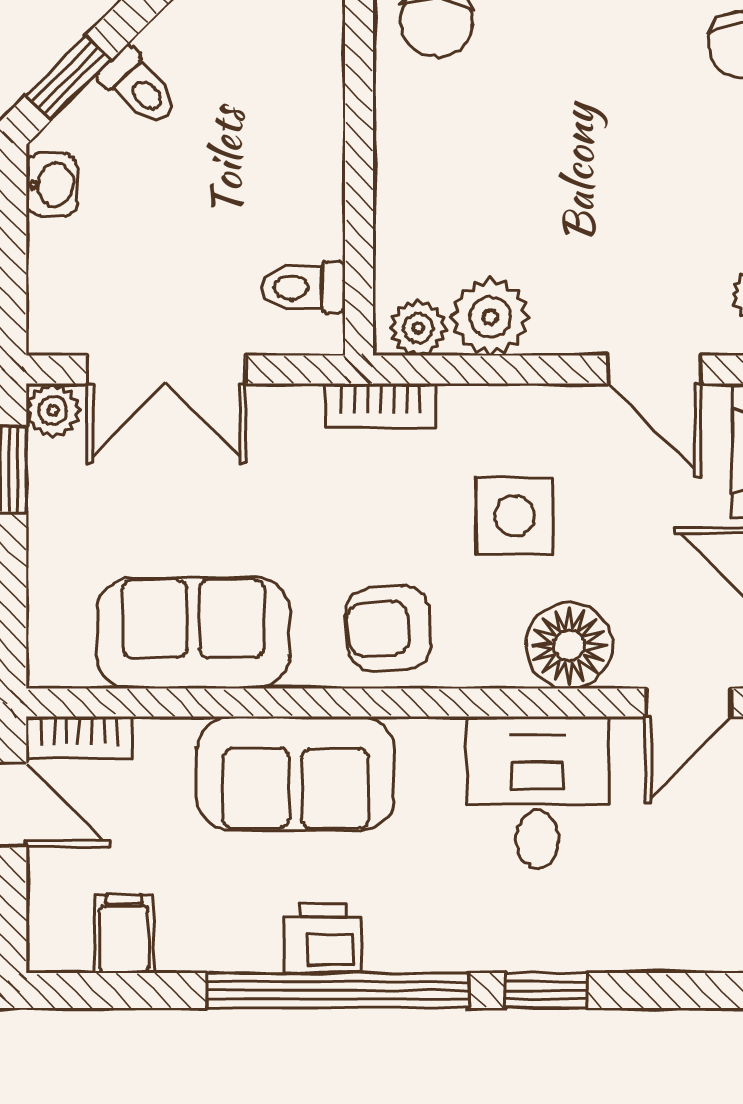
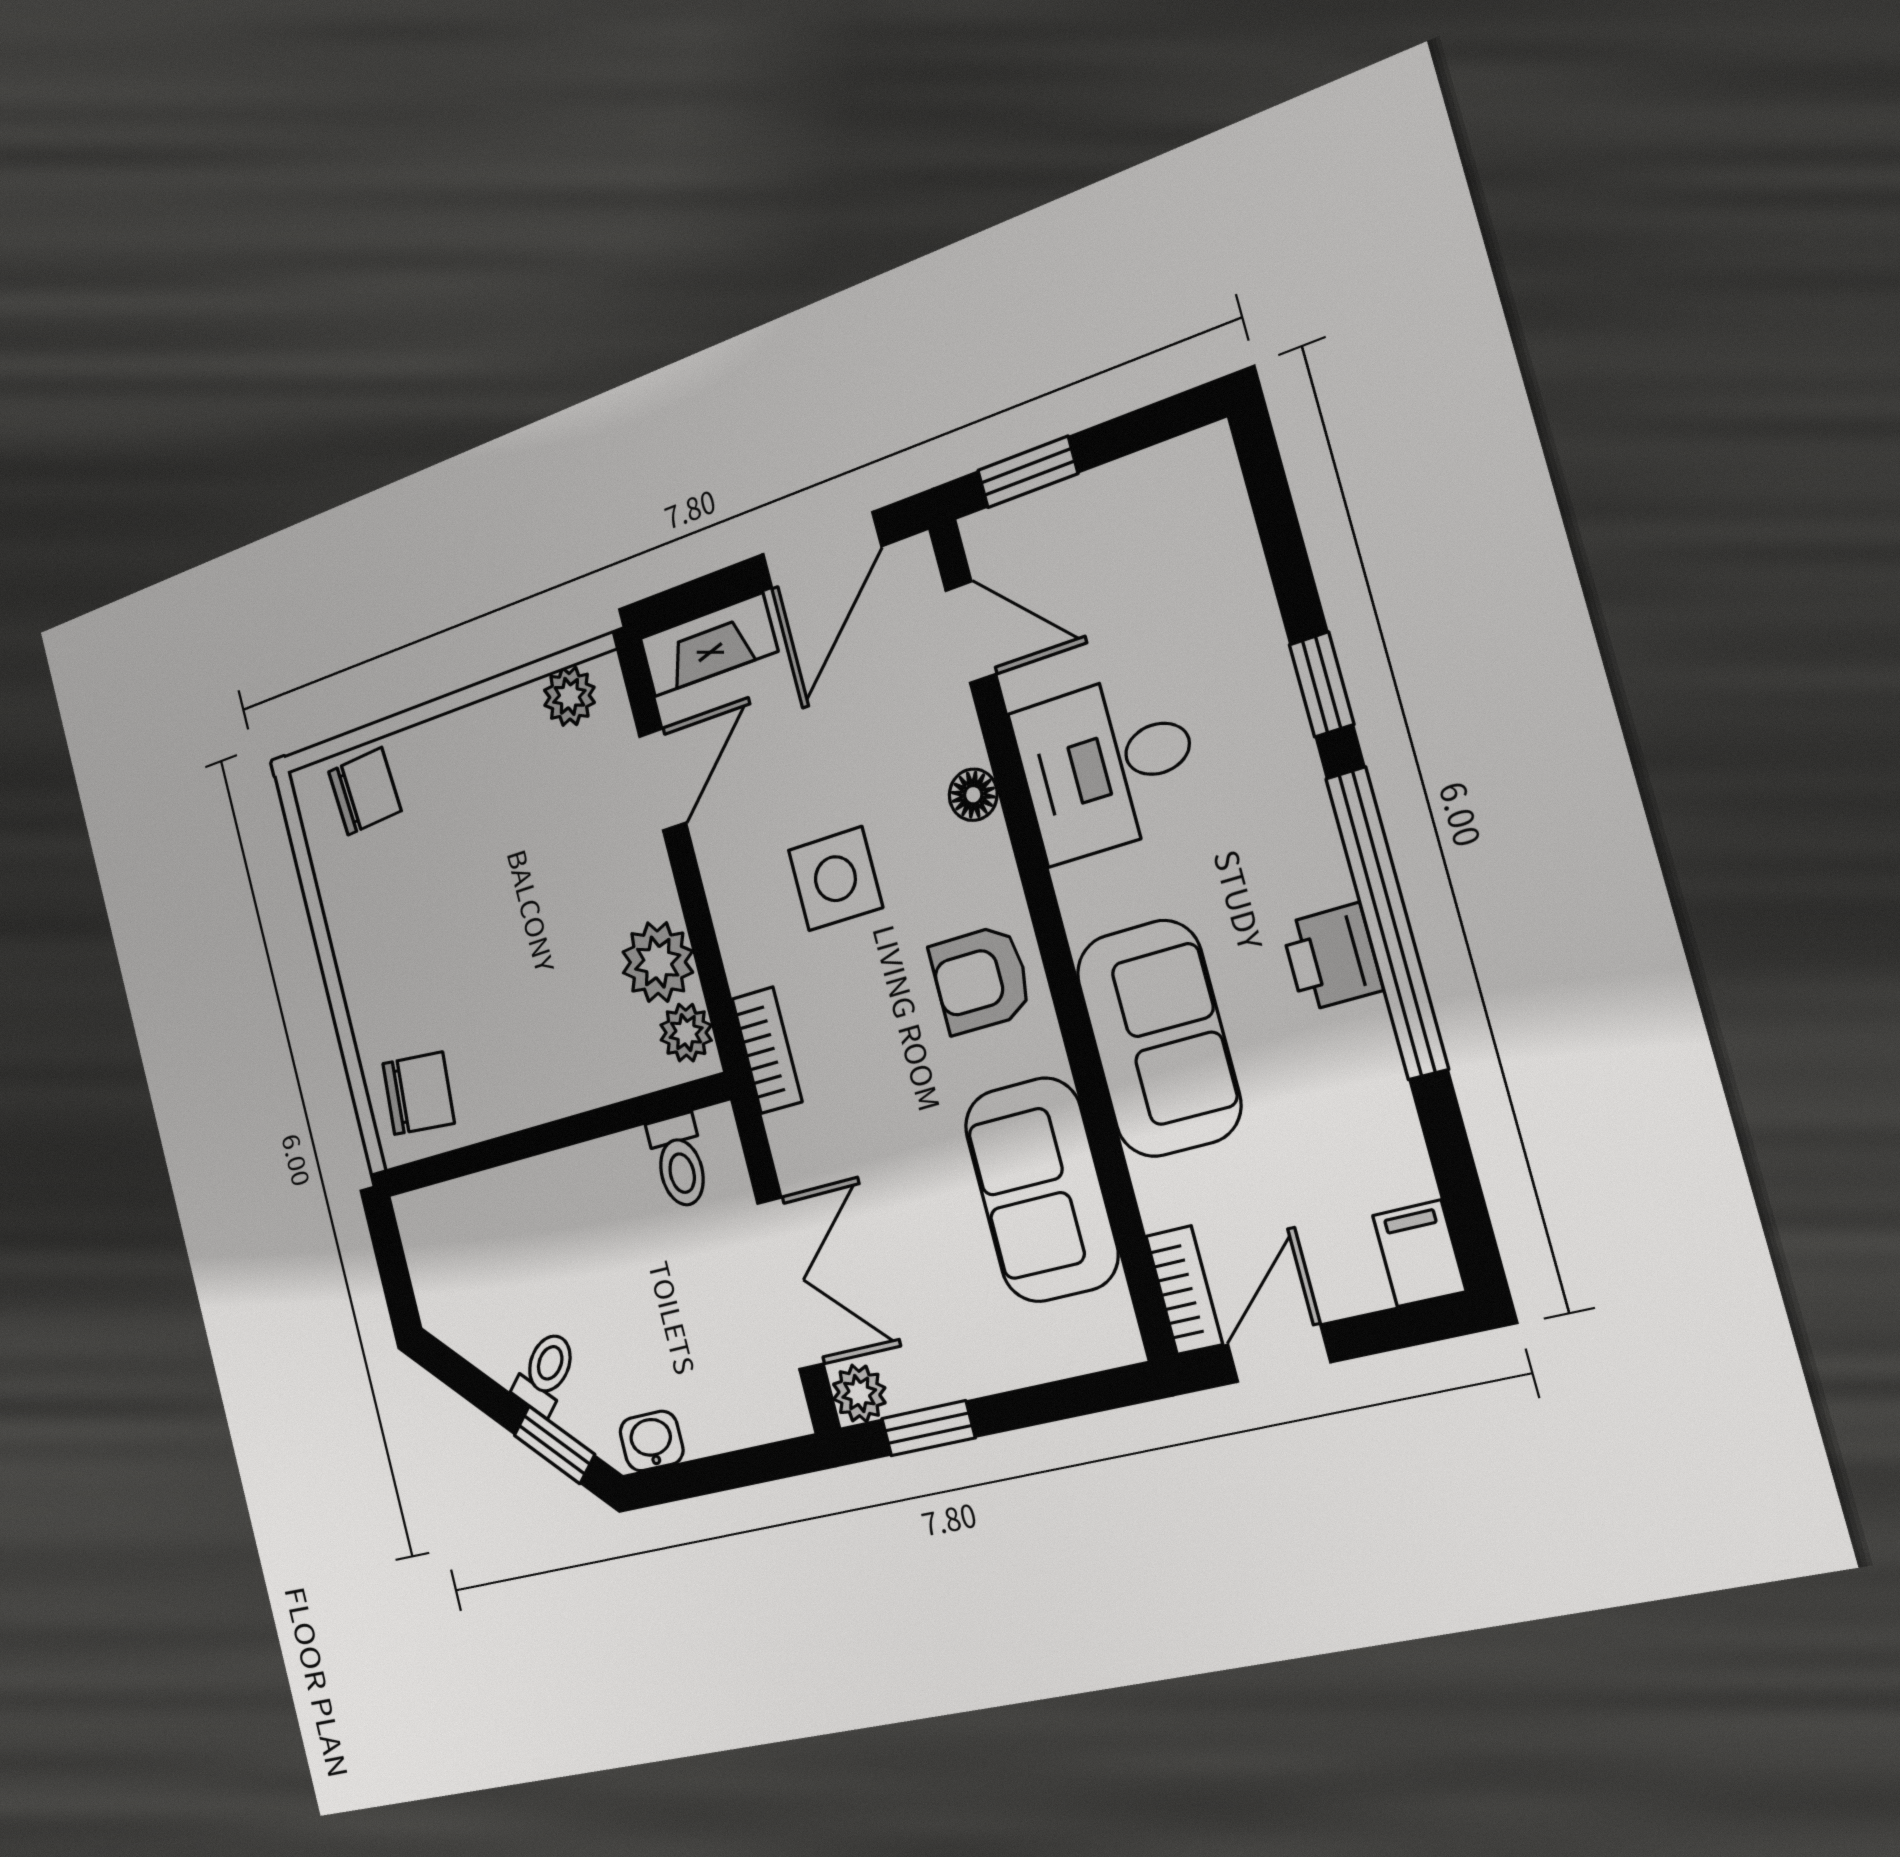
armchair: (388, 628) -> (981, 979), turned 94
floor lamp: (569, 646) -> (973, 795), width x0.53, depth x0.53
filing cabinet: (124, 934) -> (1419, 1253), moved, turned 90

